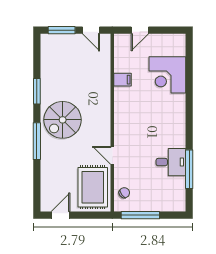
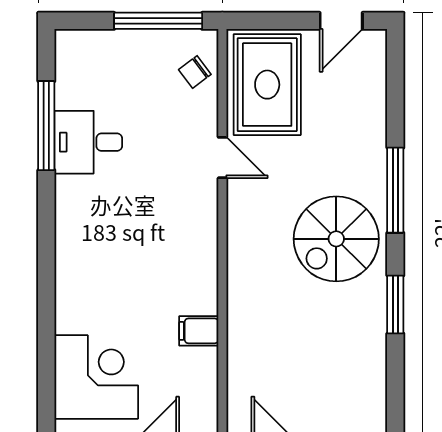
corner desk: (167, 75) -> (96, 377), moved
spiral stairs: (63, 120) -> (336, 239), turned 180

